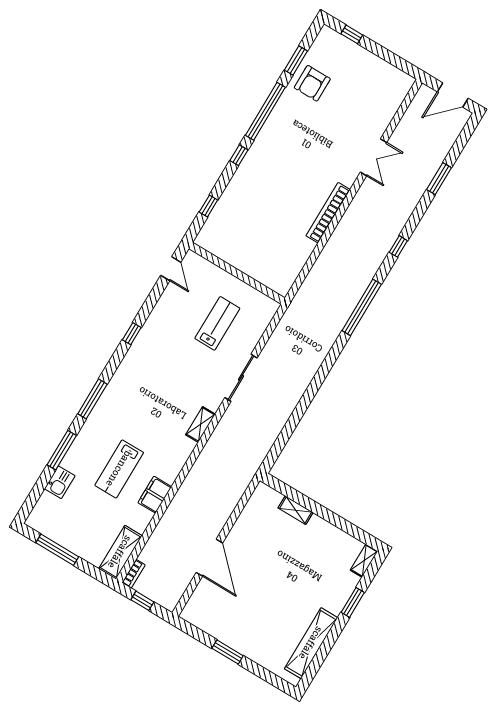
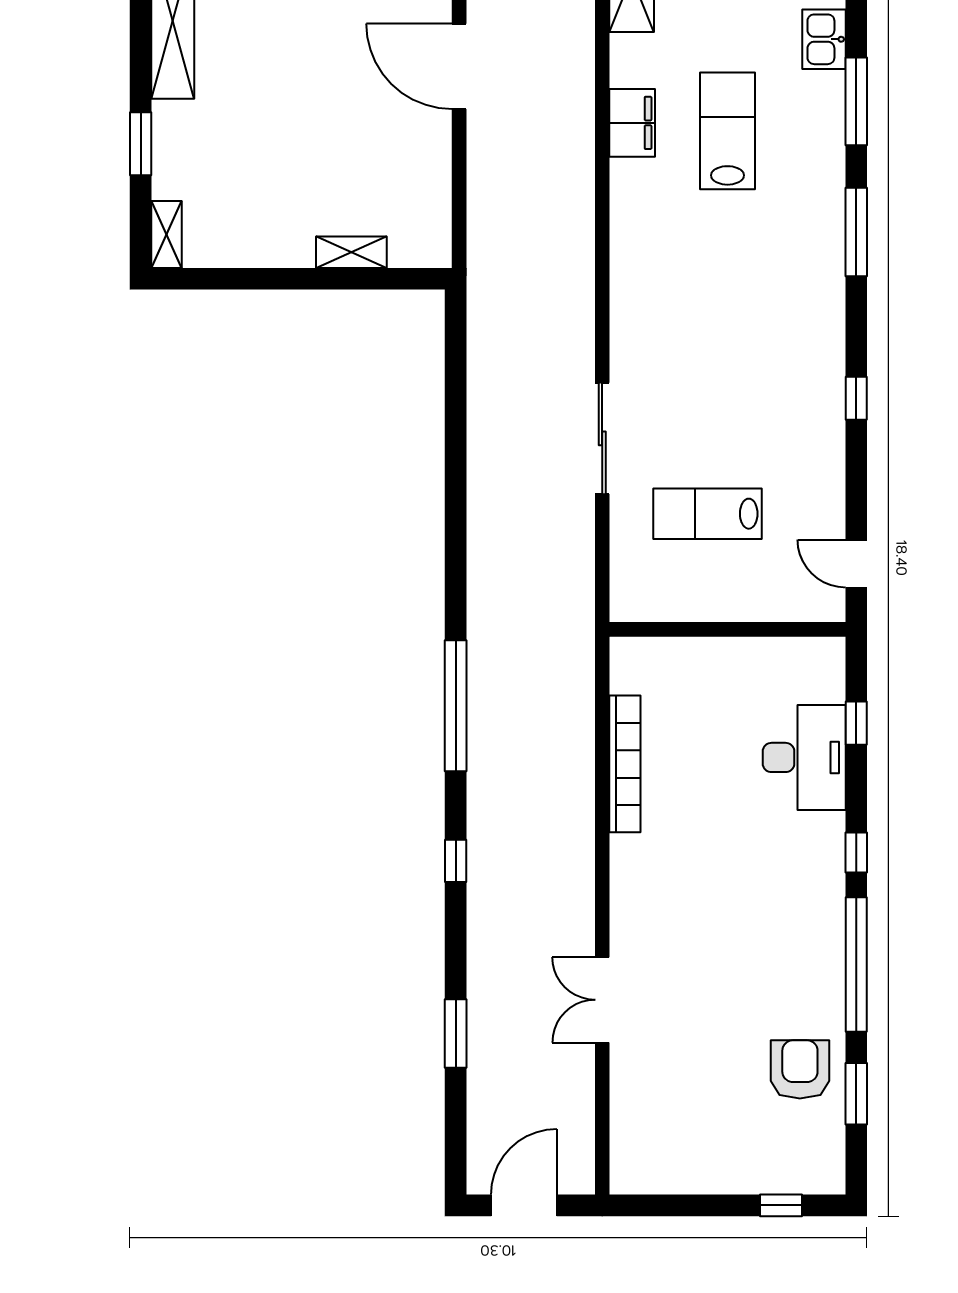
desk: (237, 205) -> (804, 757), added
bookcase: (328, 213) -> (625, 764), moved
lab bench: (217, 323) -> (708, 514), turned 90
shelving: (200, 424) -> (626, 306), removed

